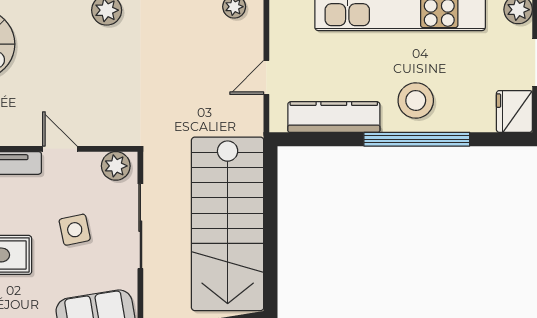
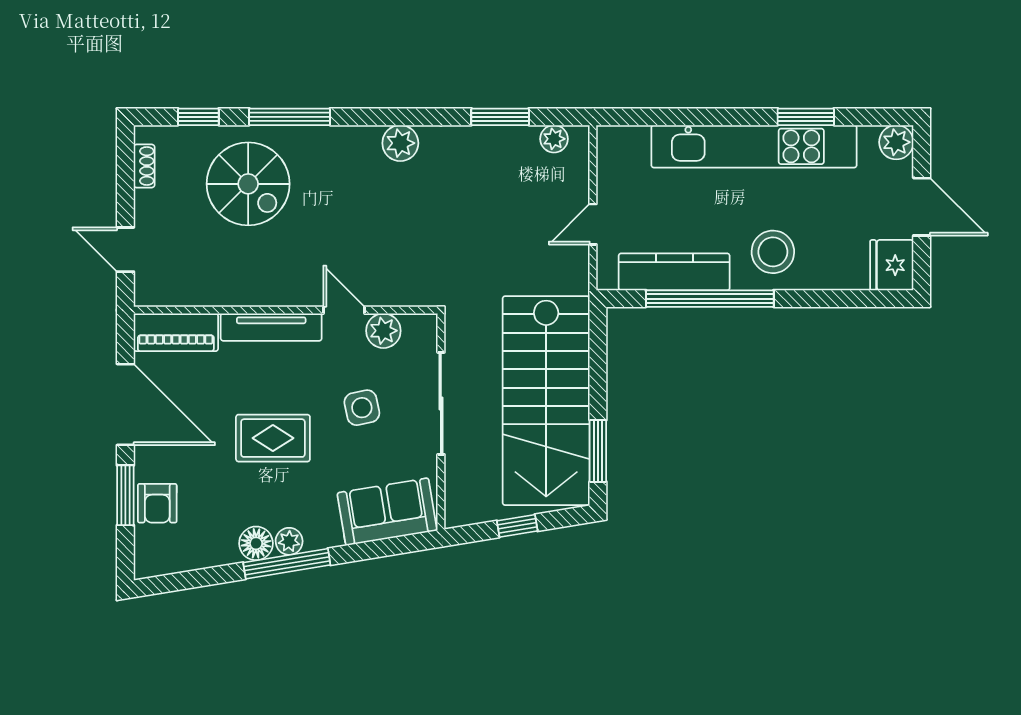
window: (417, 139) -> (710, 299), moved
plant: (116, 166) -> (383, 331), moved
window: (271, 266) -> (598, 451), added

